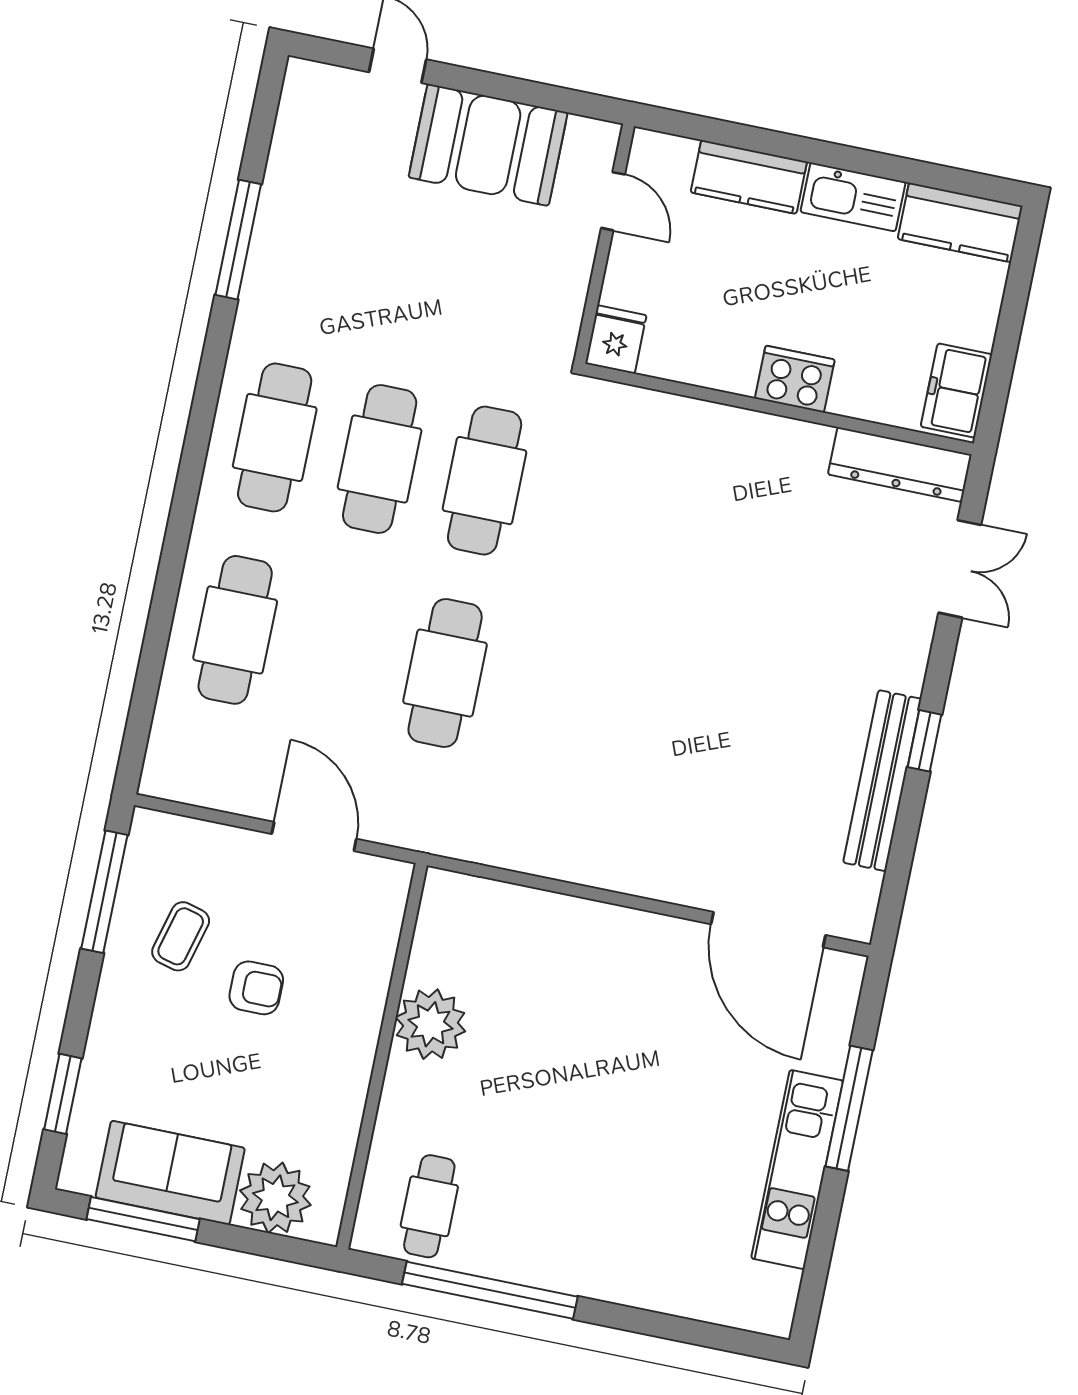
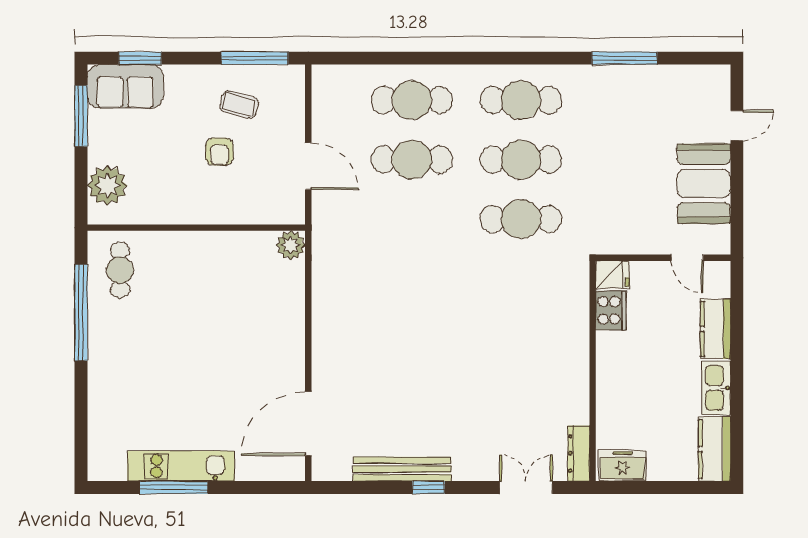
door: (613, 201) -> (687, 258), hinge flipped
cooker: (795, 379) -> (611, 310), moved
dresser: (900, 464) -> (579, 453), width x0.73, depth x0.80
double door: (960, 569) -> (526, 488), swing flipped
cafe table: (445, 673) -> (412, 160), moved
door: (314, 836) -> (308, 166), hinge flipped
plant: (430, 1024) -> (291, 245), moved, width x0.73, depth x0.73
window: (849, 1108) -> (173, 488), moved
sofa: (170, 1173) -> (125, 86), moved, turned 90
cafe table: (429, 1206) -> (120, 270), turned 90

